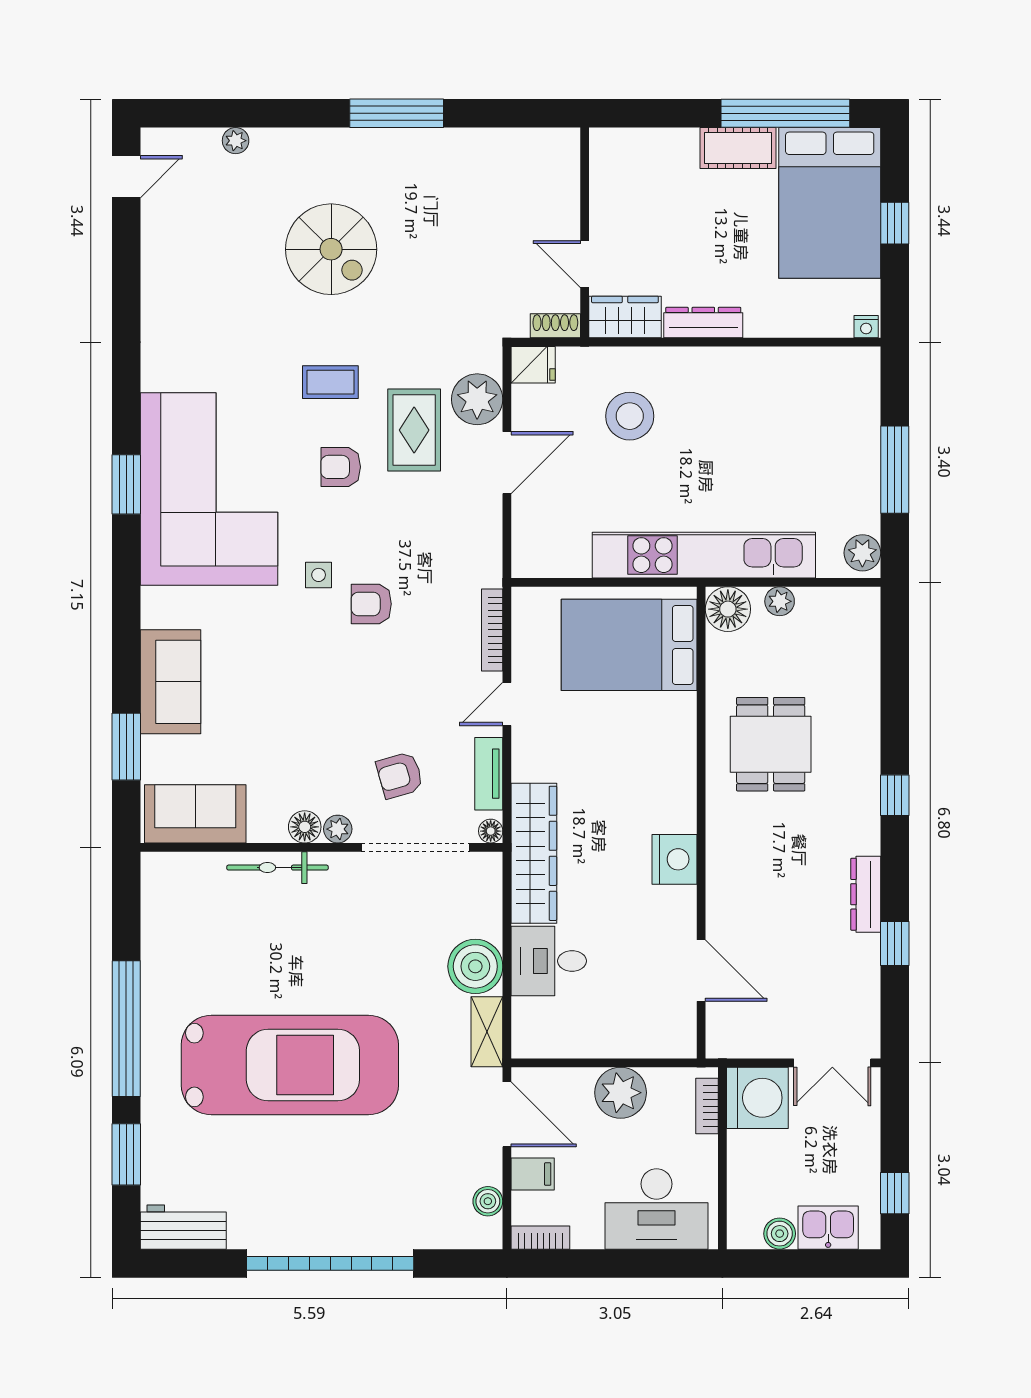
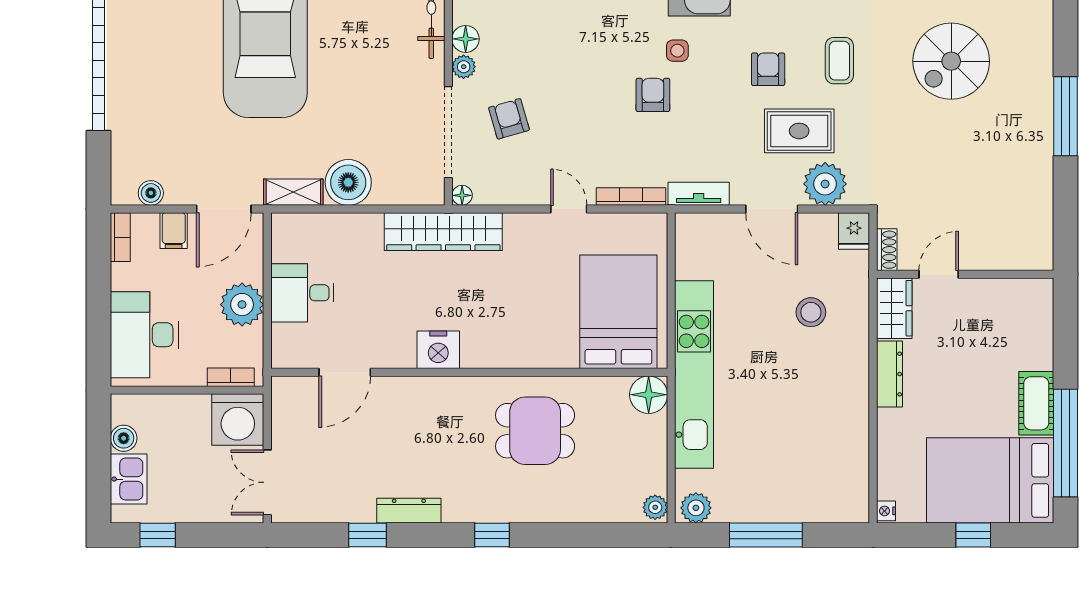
stool: (630, 416) -> (811, 312), width x0.73, depth x0.73
plant: (780, 601) -> (655, 507), moved
tv unit: (489, 774) -> (699, 194), moved
desk: (549, 961) -> (302, 293), moved, turned -90

